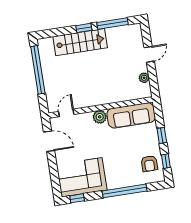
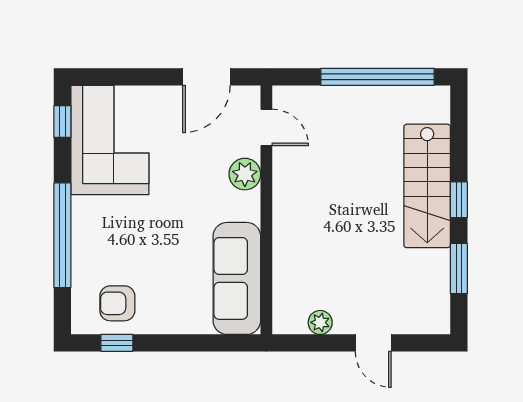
window: (113, 23) -> (459, 269), width x0.69
plant: (100, 117) -> (245, 174), moved
window: (162, 135) -> (179, 343), removed

